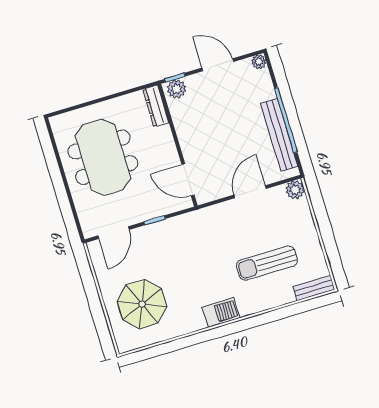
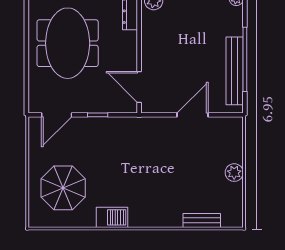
plant: (295, 190) -> (234, 173), moved
sun lounger: (267, 263) -> (188, 185), removed
bench: (314, 288) -> (202, 220), moved
barbecue: (221, 313) -> (112, 217), moved

